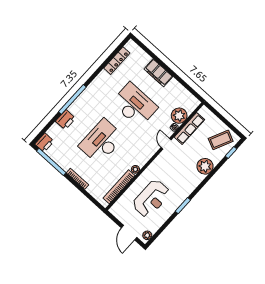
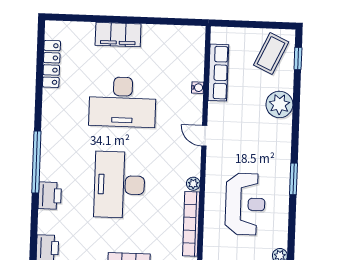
desk: (135, 105) -> (122, 102), turned 180
plant: (179, 116) -> (191, 67), removed
door: (166, 144) -> (204, 136), moved

